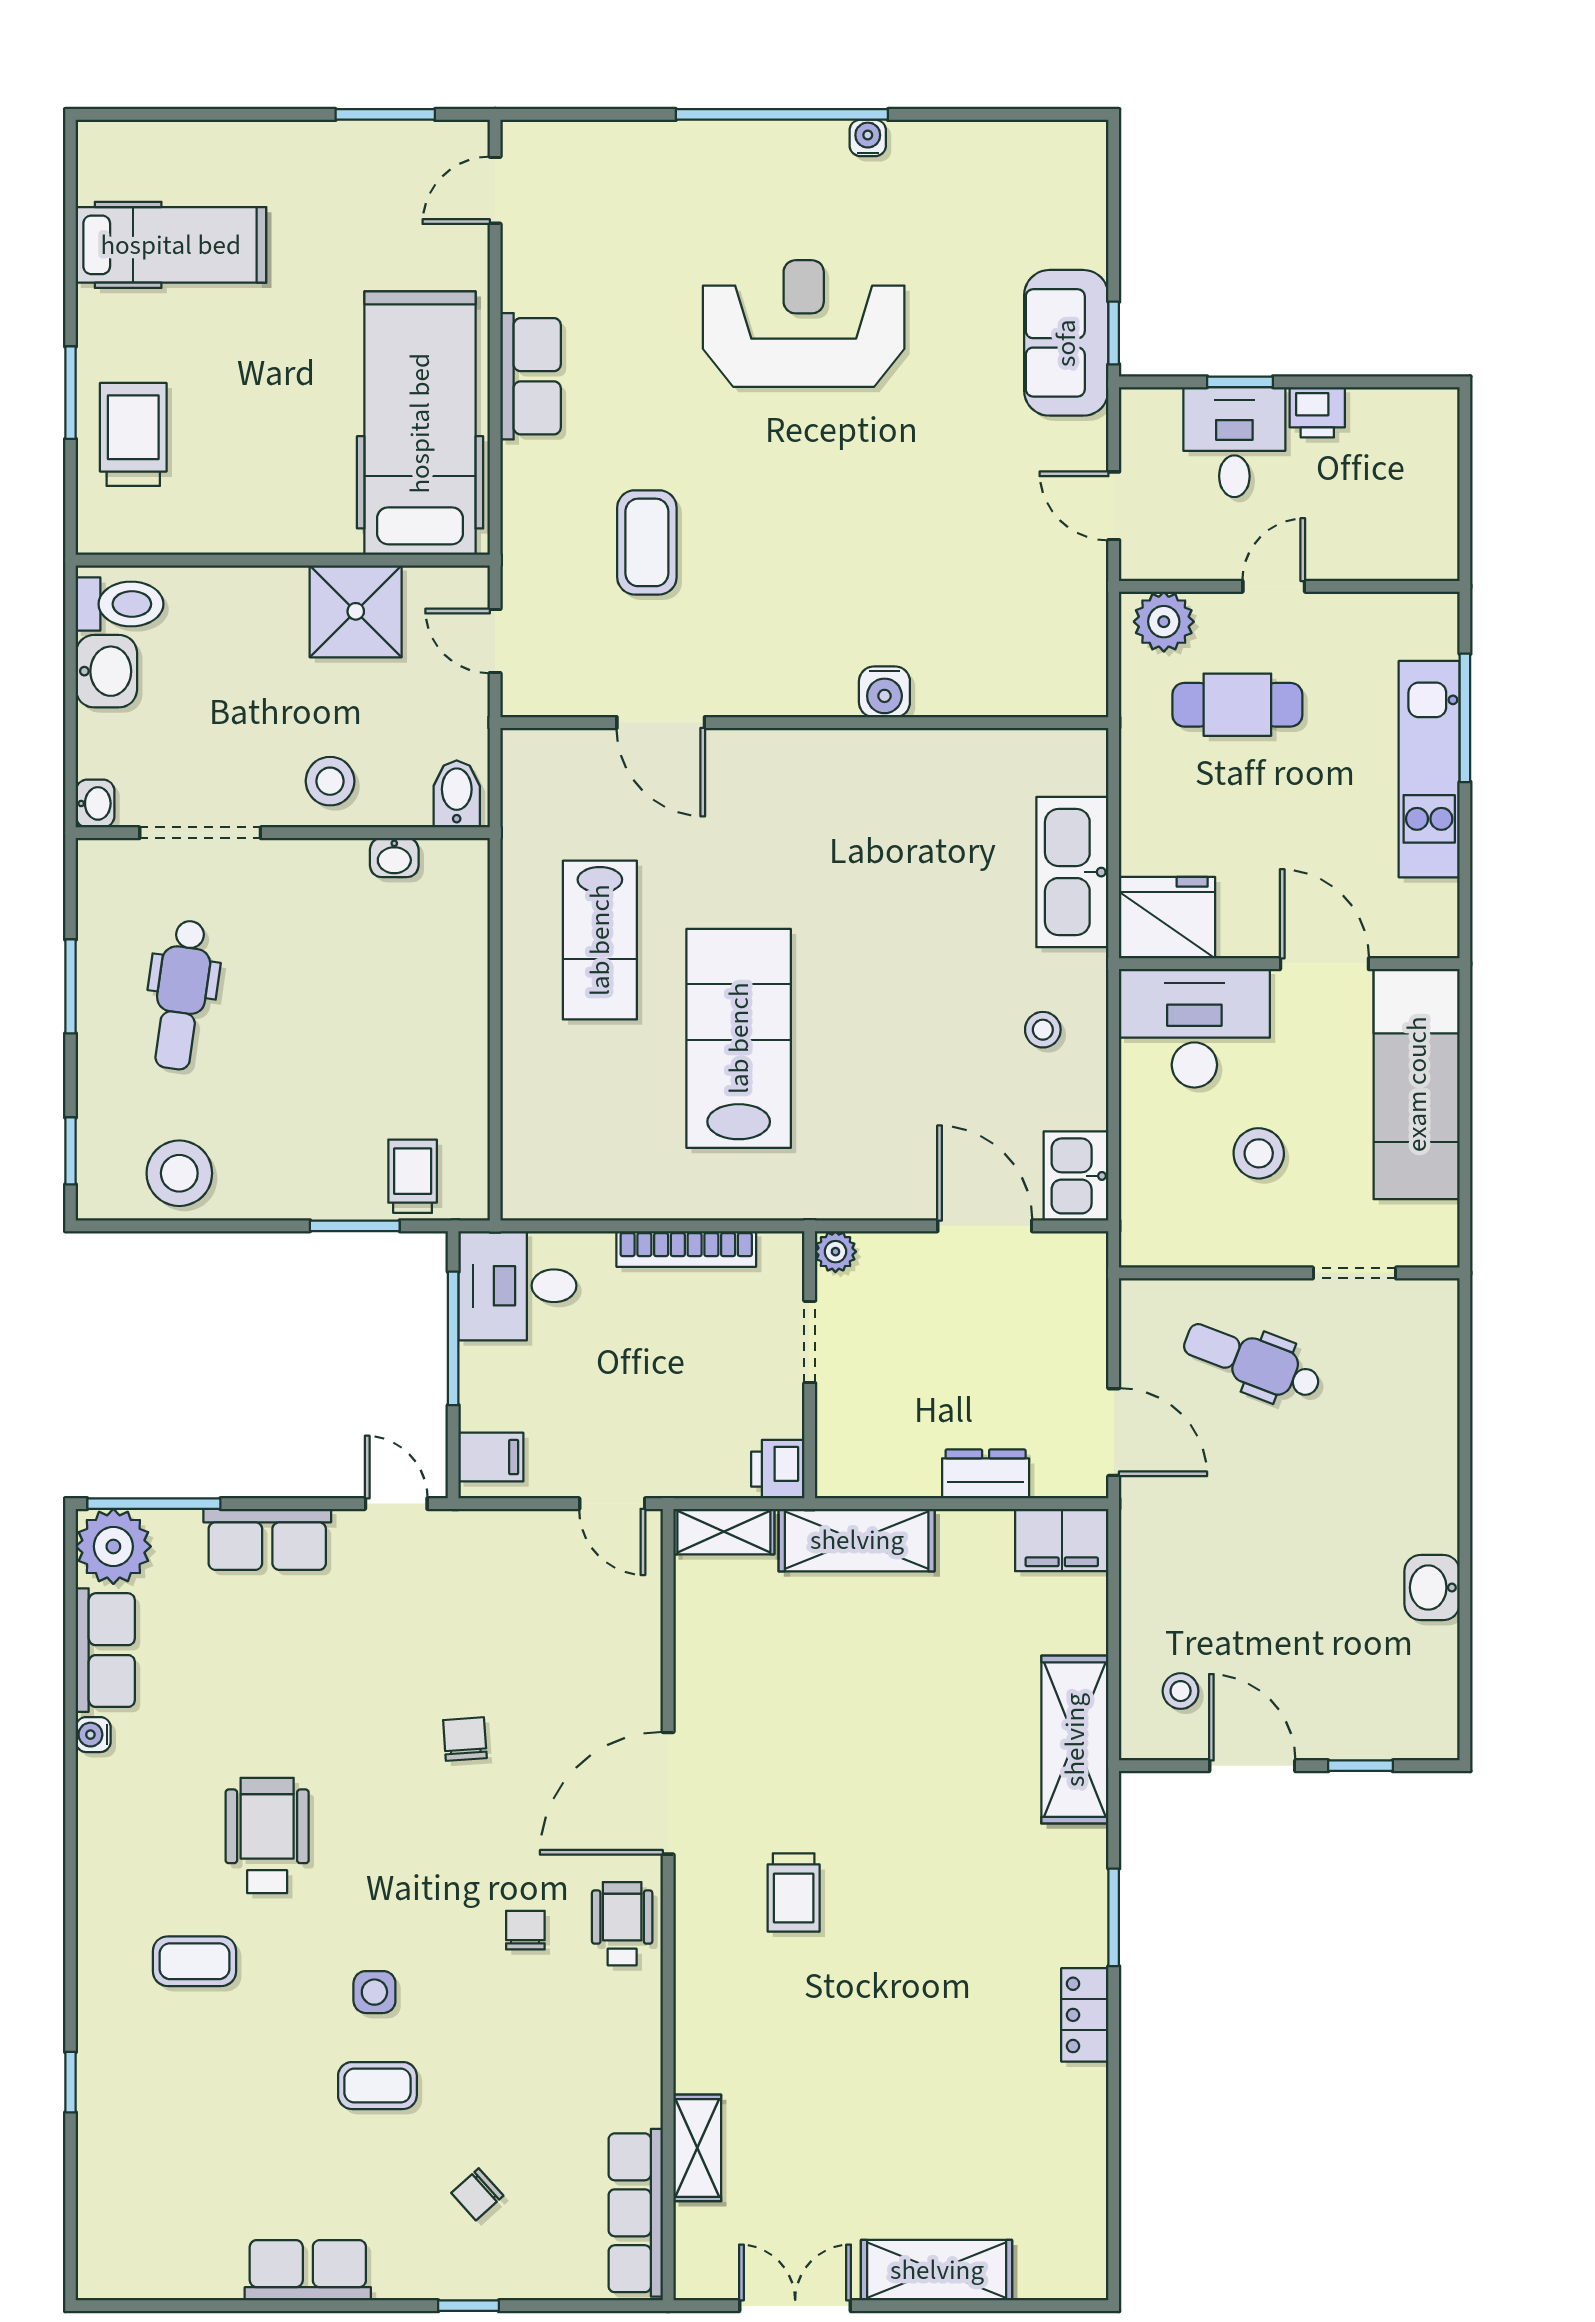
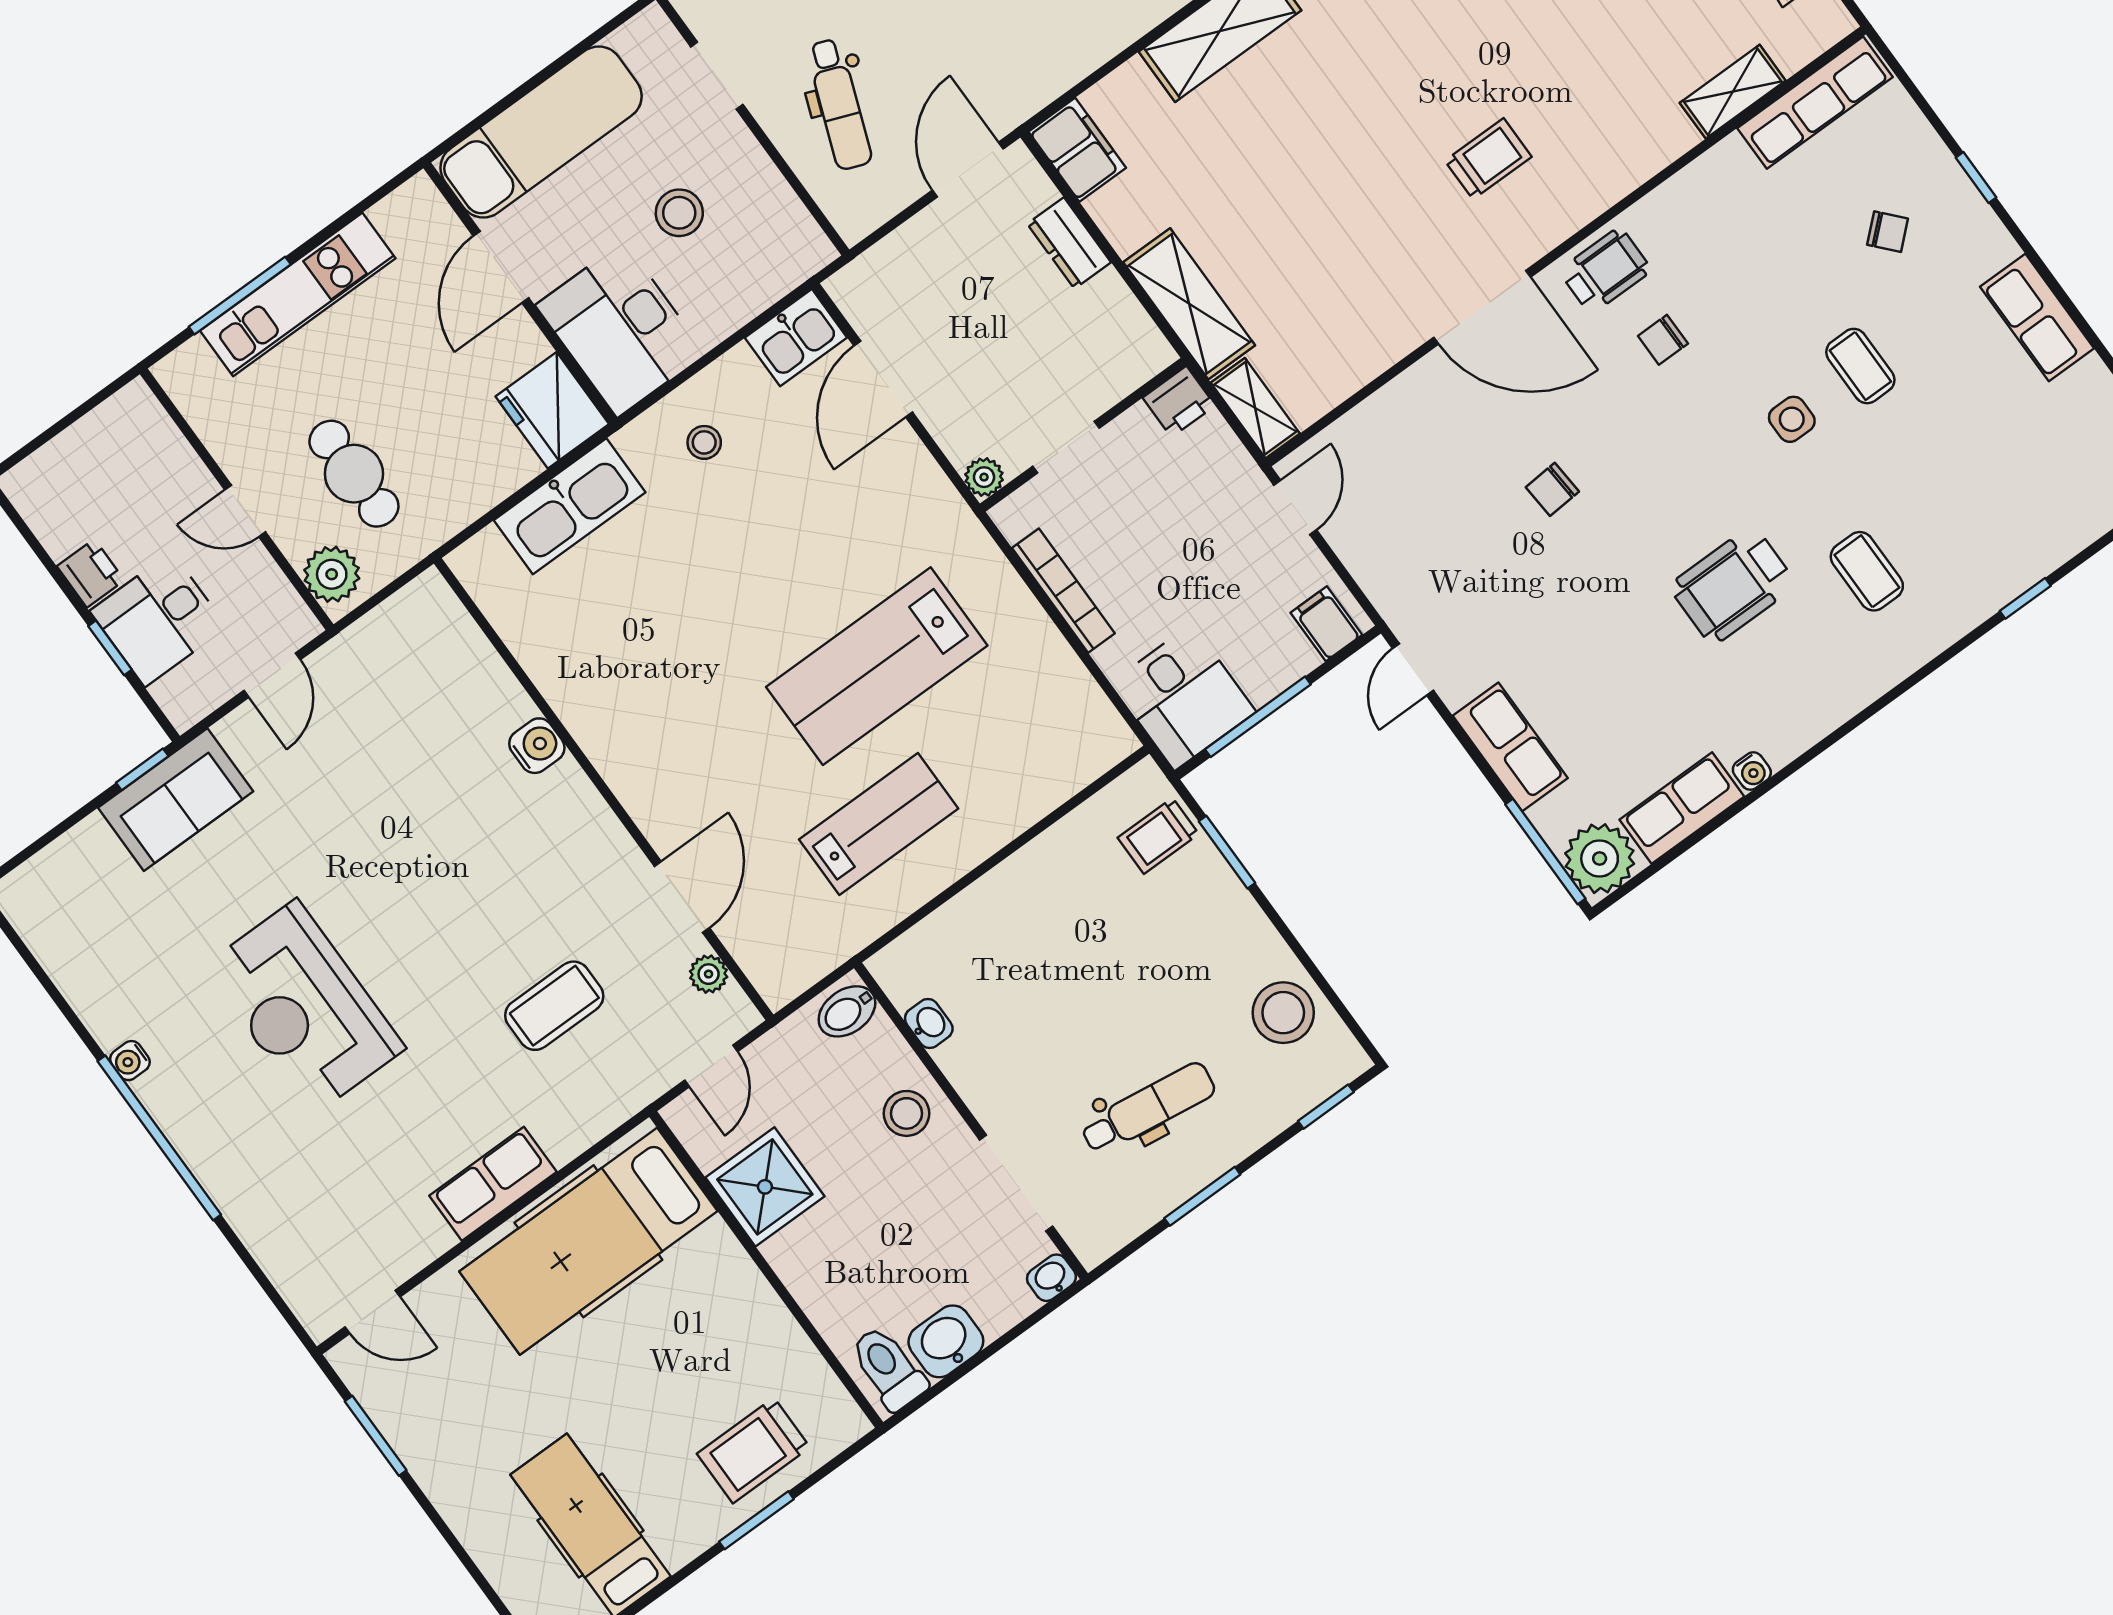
plant: (577, 697) -> (709, 974), added
wheelchair: (622, 1924) -> (1605, 271), turned 180

